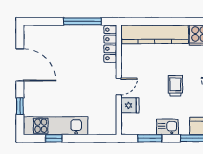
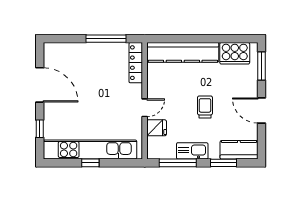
kitchen unit: (56, 126) -> (90, 149), width x1.36
kitchen sink: (167, 127) -> (192, 151), width x1.38
window: (54, 138) -> (90, 163), moved
window: (150, 138) -> (178, 163), width x1.44

